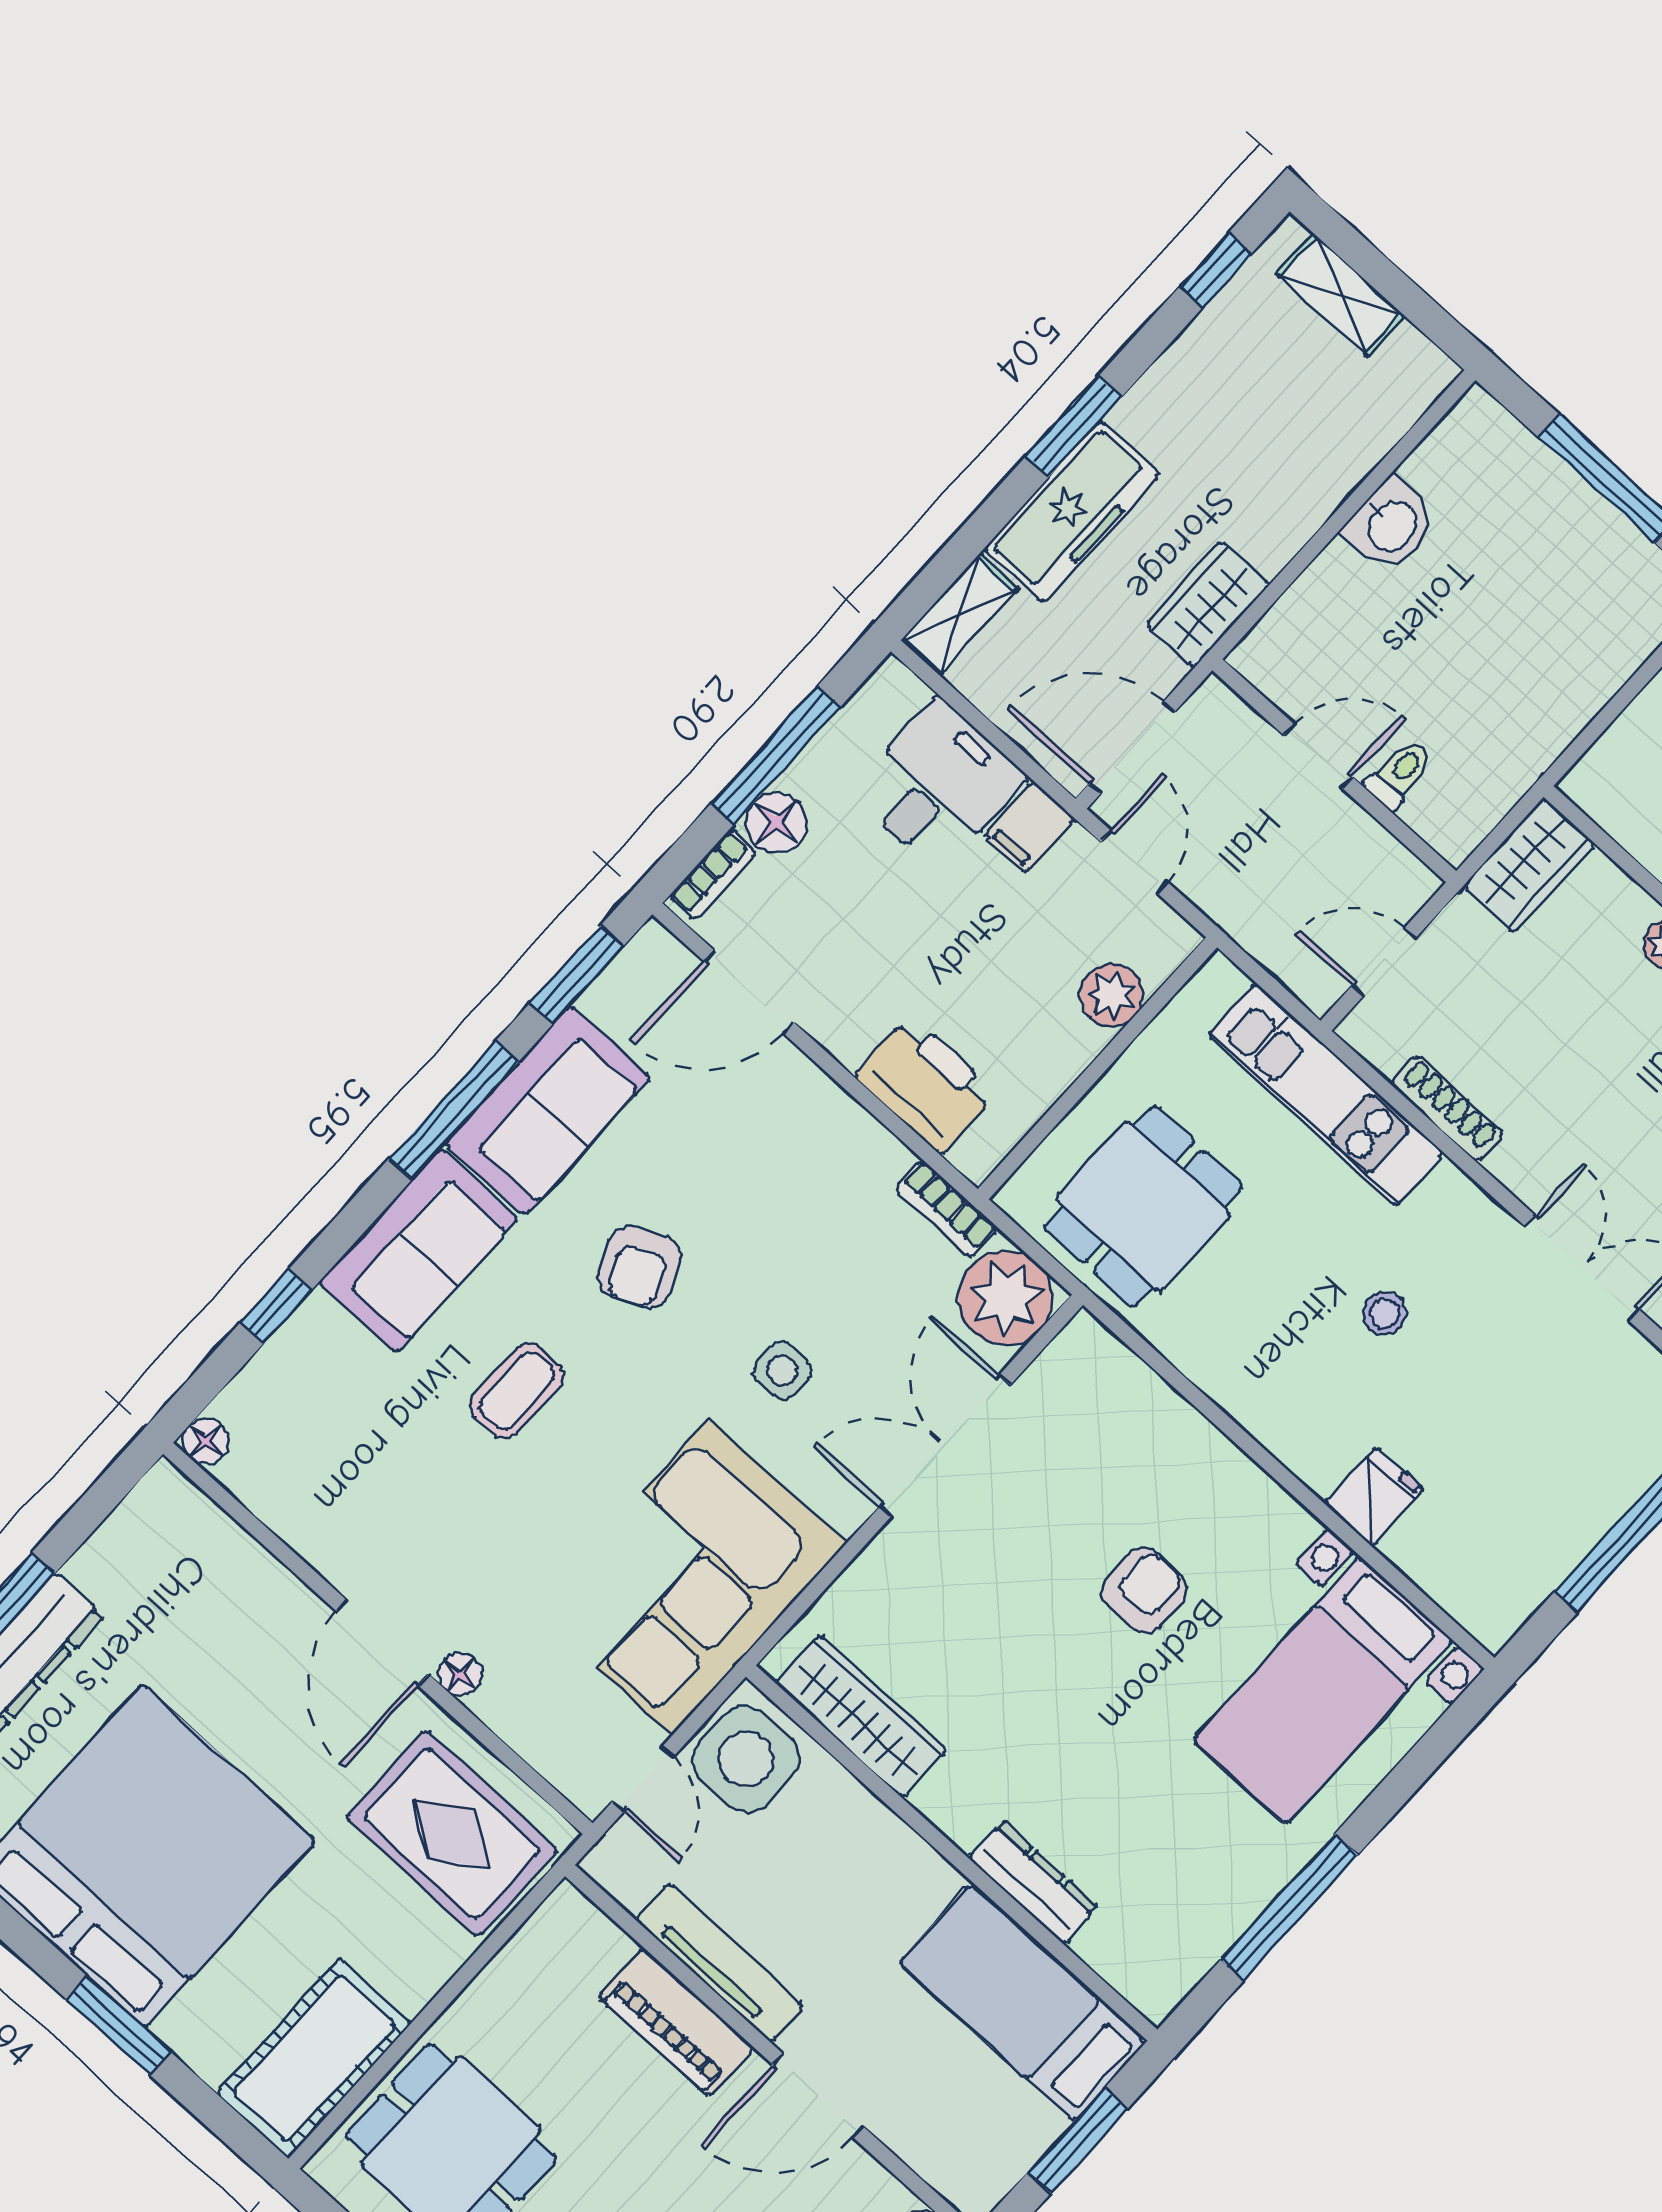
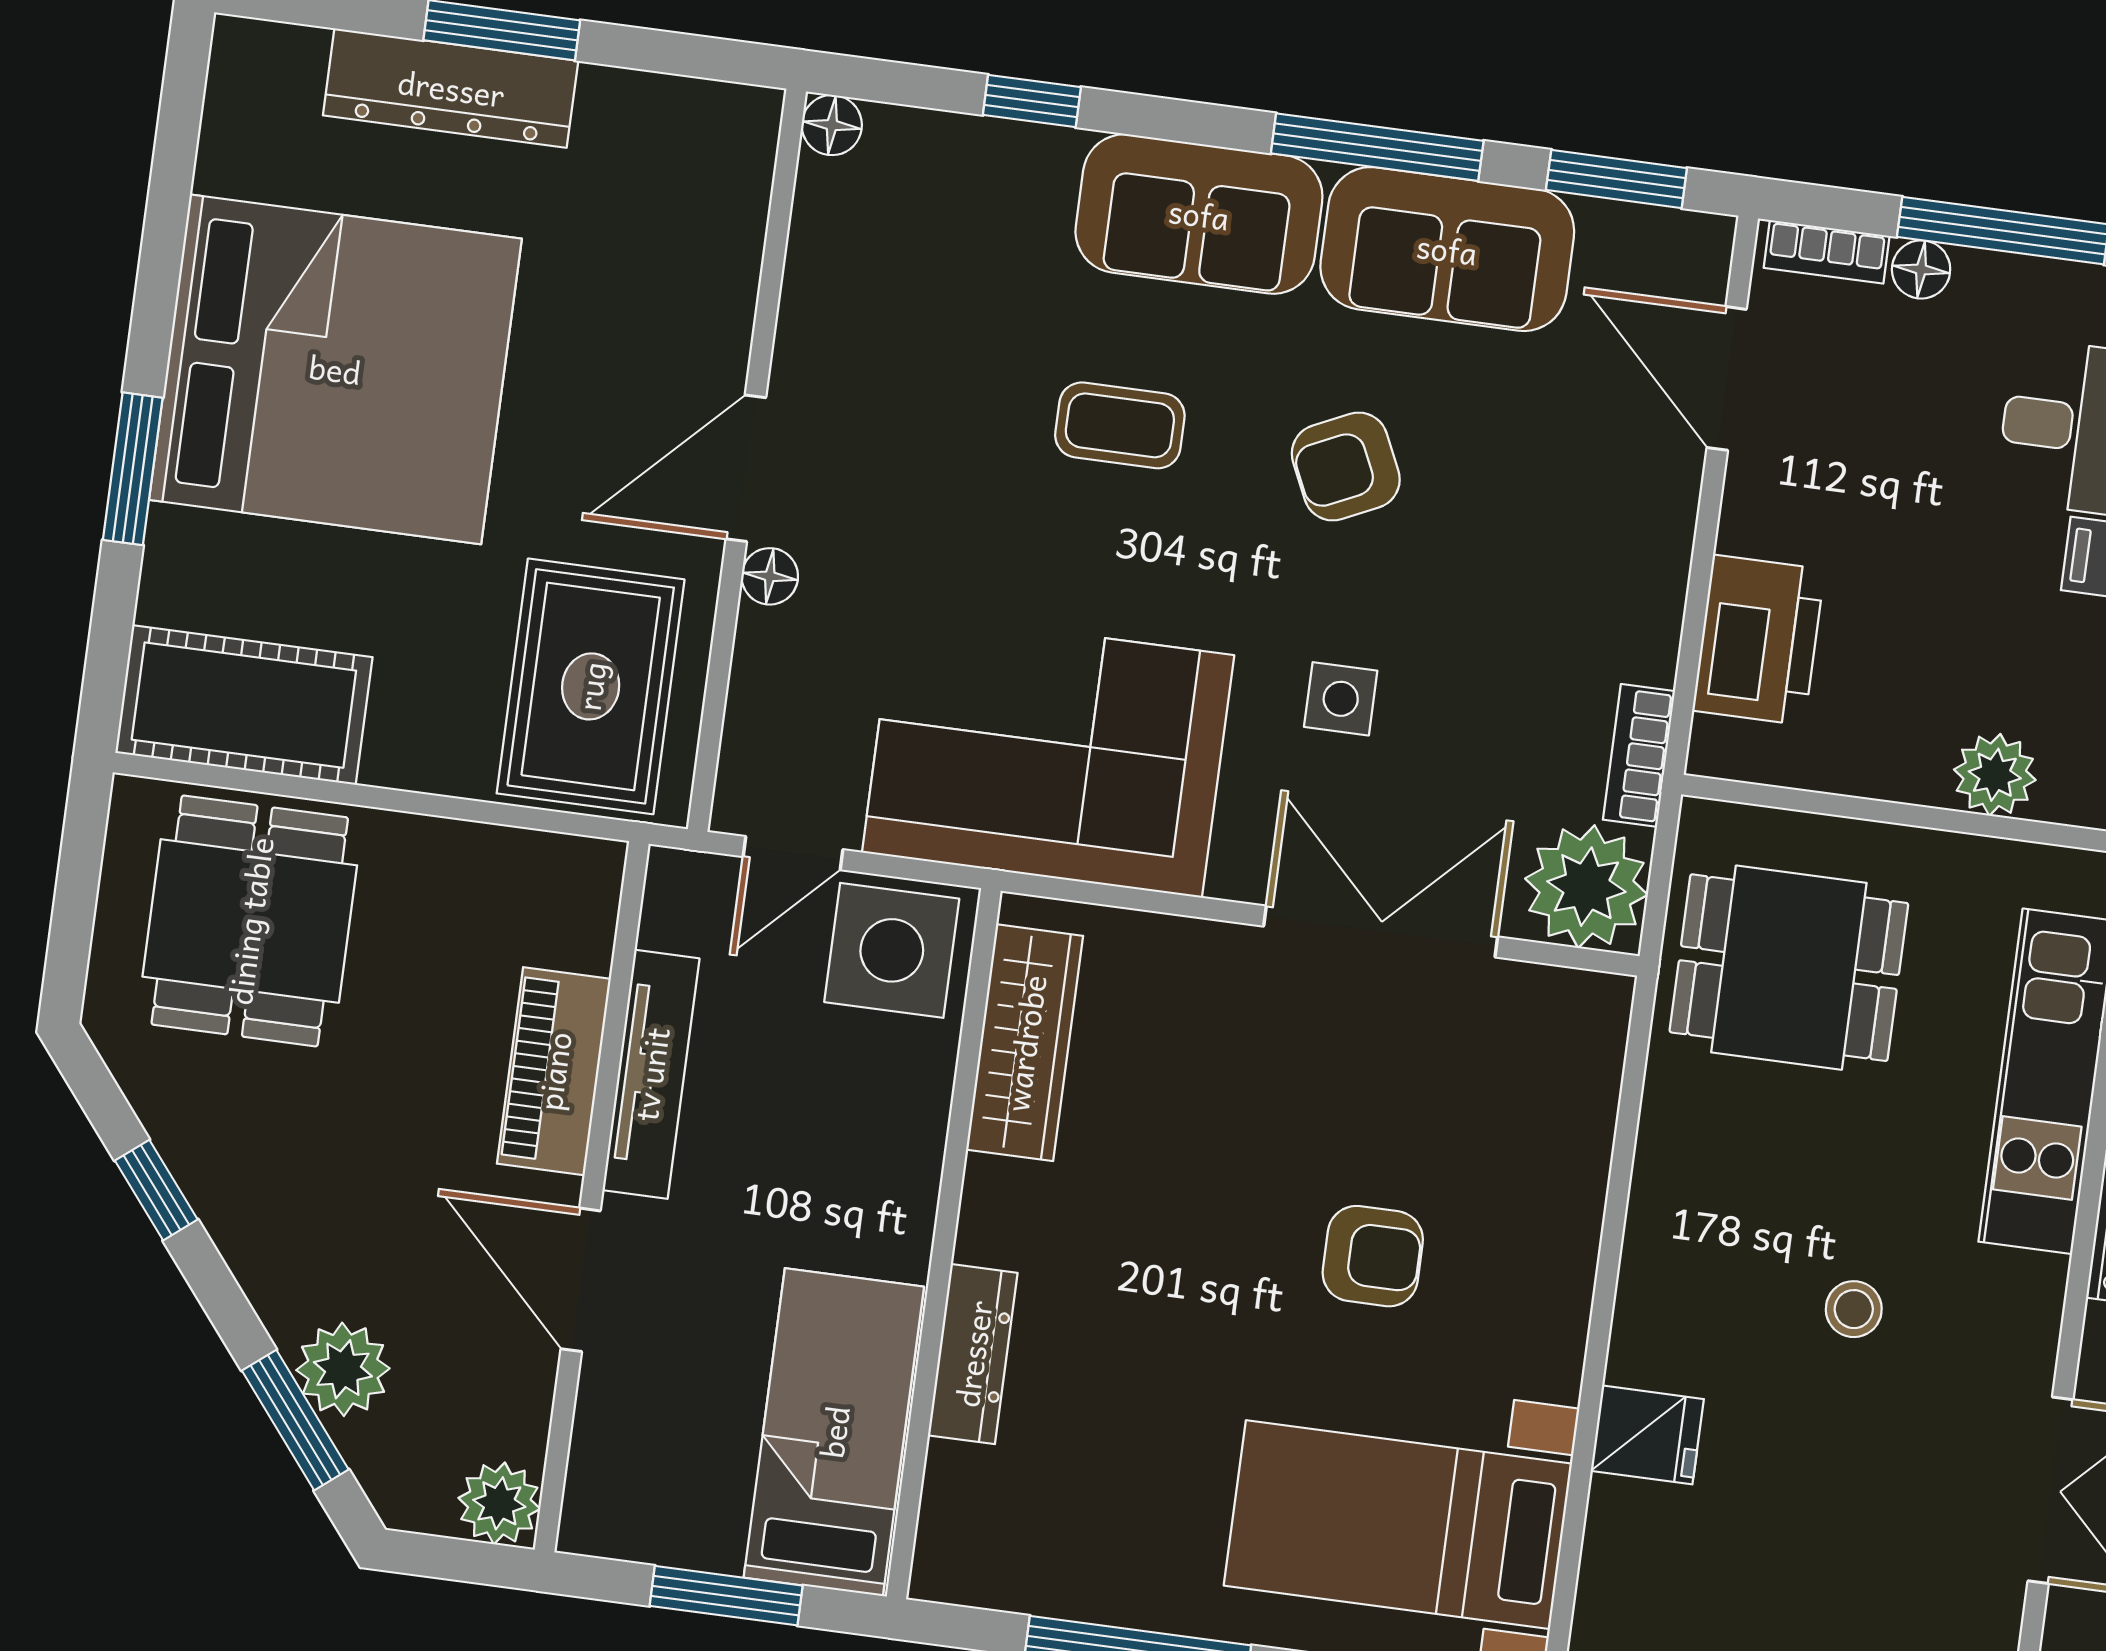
floor lamp: (776, 823) -> (1921, 269), width x0.73, depth x0.73

